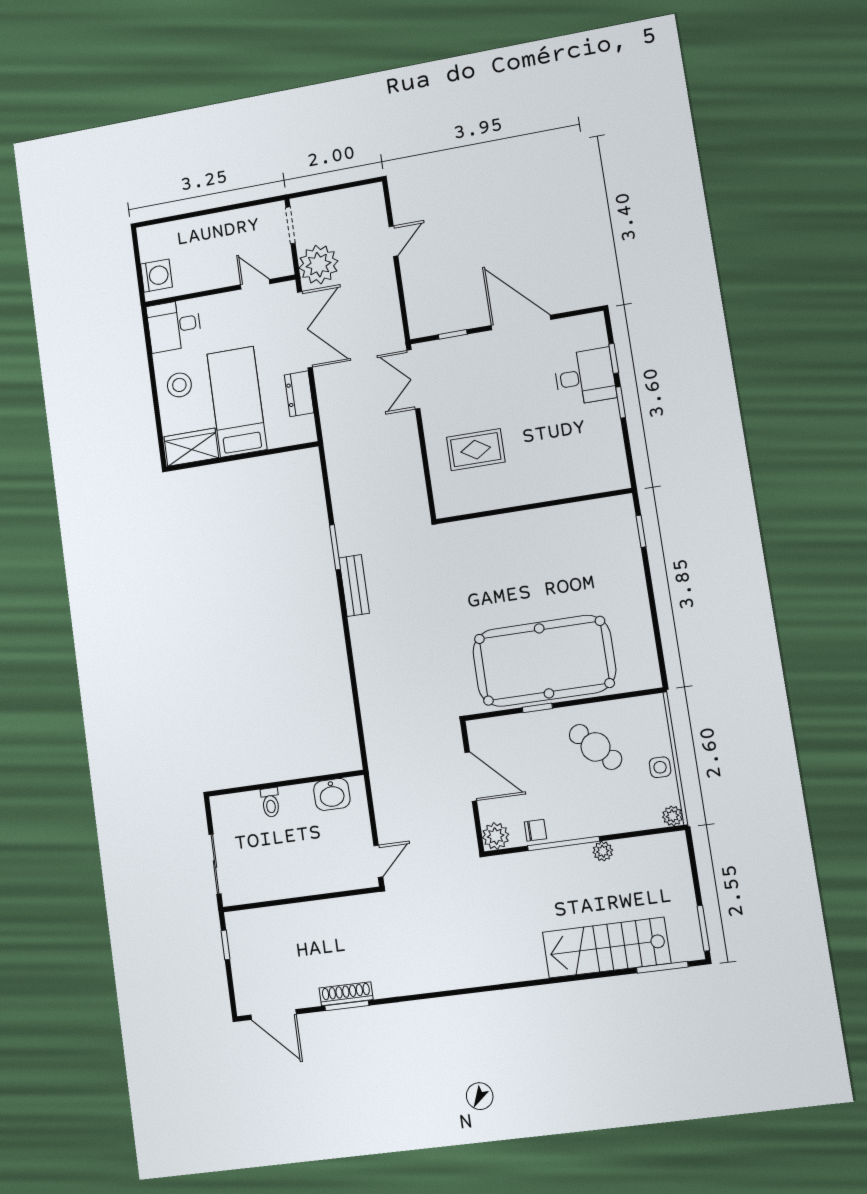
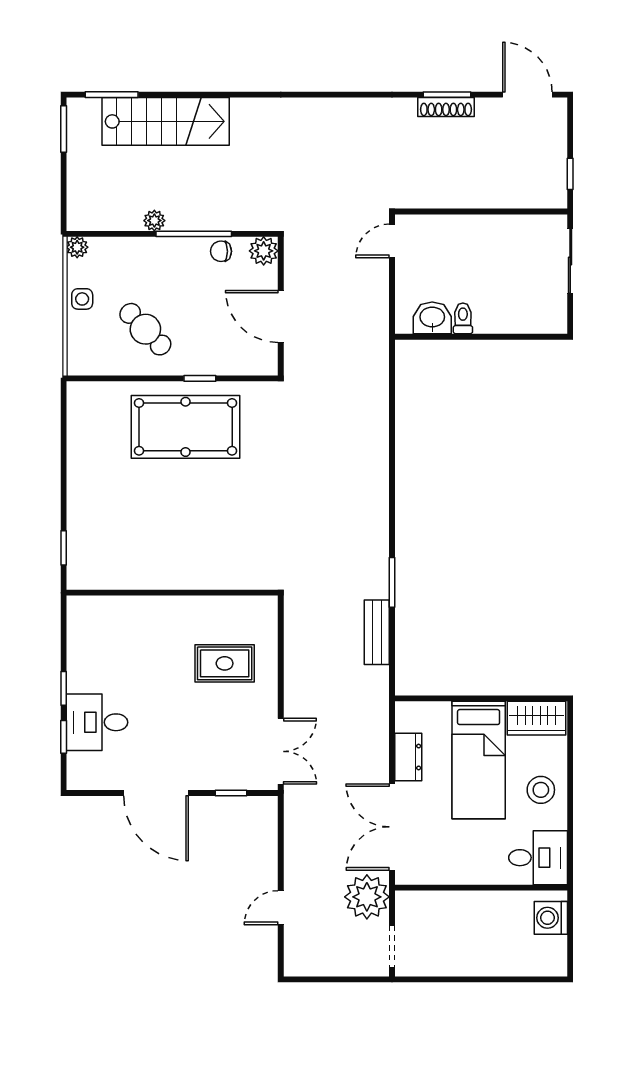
door: (255, 284) -> (440, 888), removed
bench: (354, 586) -> (377, 632), moved
pool table: (544, 661) -> (186, 427), width x0.73, depth x0.76
toilet: (270, 802) -> (463, 318), moved

